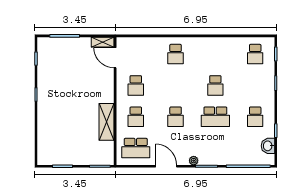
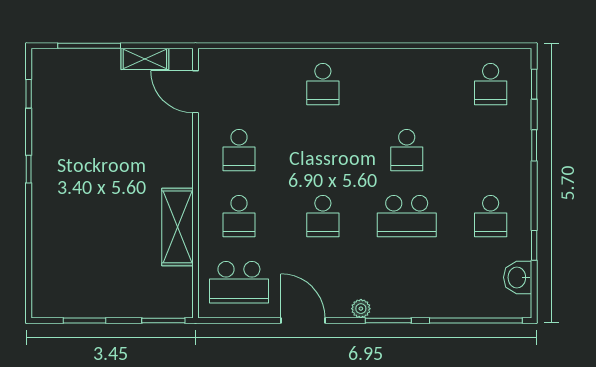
shelving: (103, 42) -> (145, 59), moved

